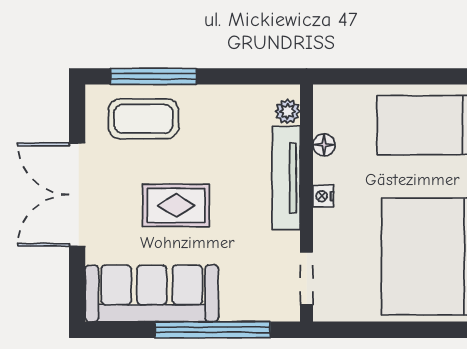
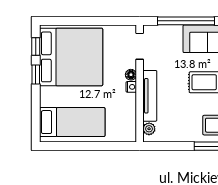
floor lamp: (324, 145) -> (131, 75), moved

